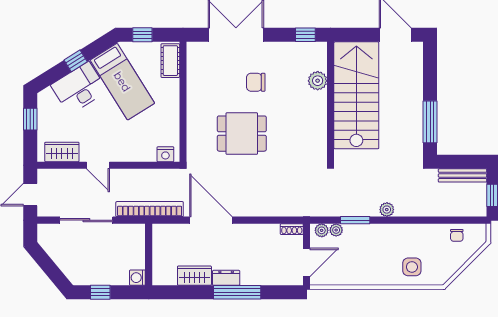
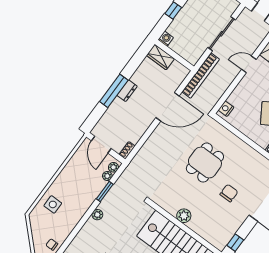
plant: (318, 81) -> (184, 216), moved
wardrobe: (194, 276) -> (160, 57), moved, turned 90

